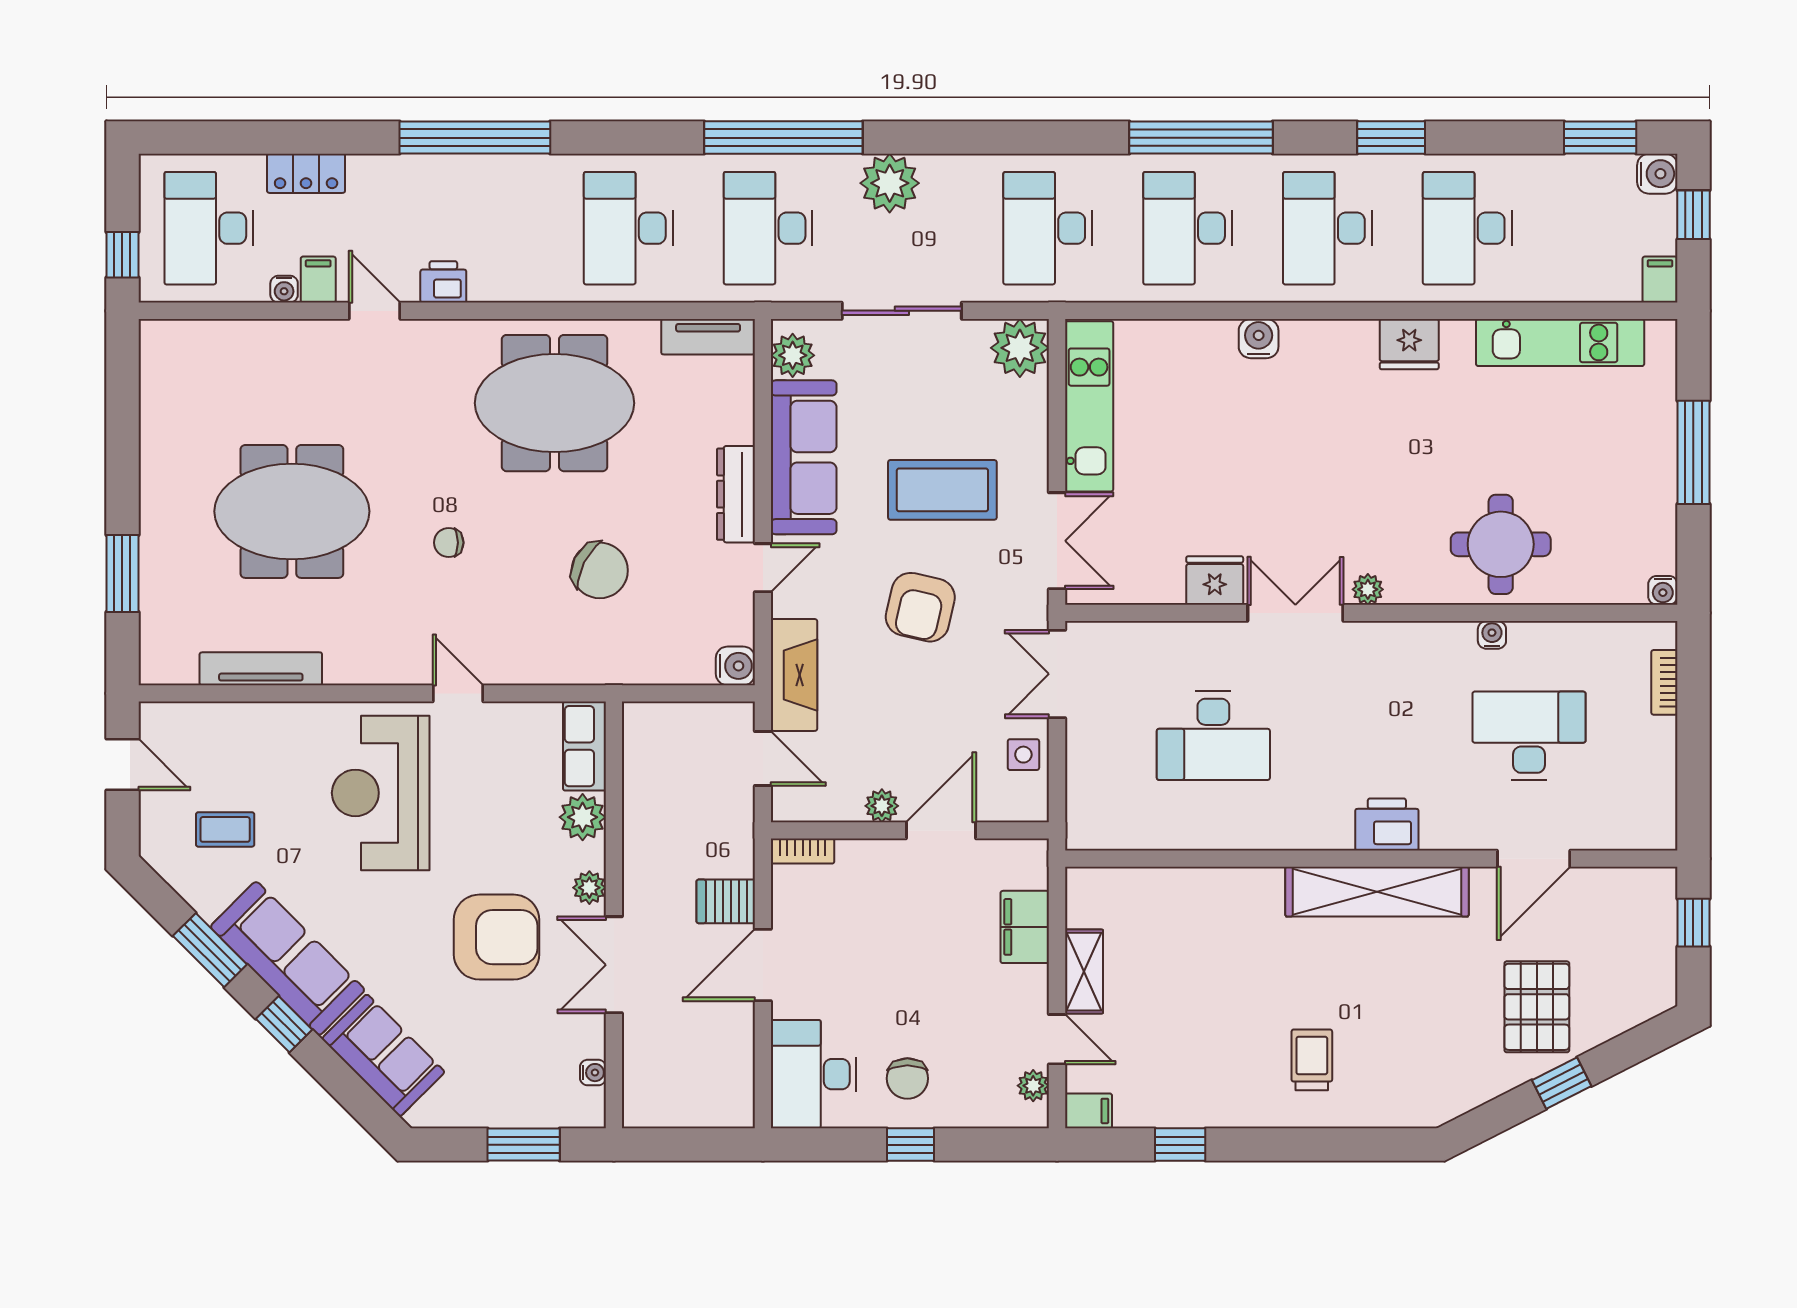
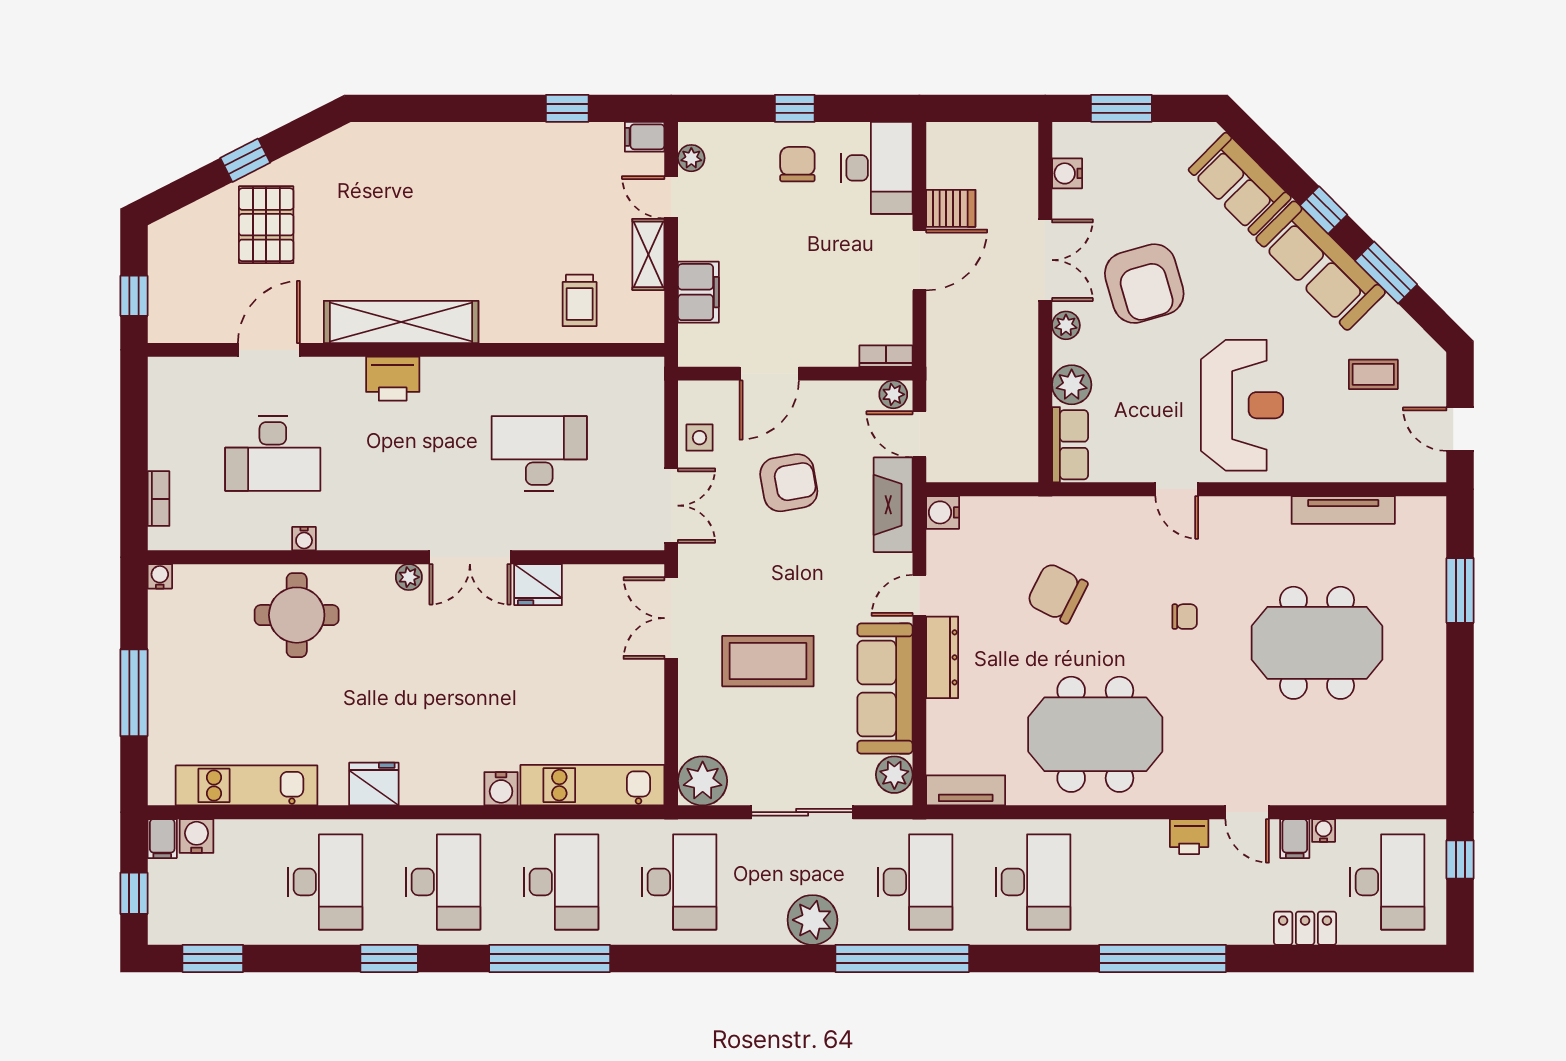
water cooler: (1657, 174) -> (197, 836), moved, turned 90
kitchen unit: (1089, 406) -> (592, 785), moved, turned 90
armchair: (920, 607) -> (789, 483), moved, turned 67
plant: (882, 806) -> (893, 394), moved
server rack: (726, 901) -> (951, 208), moved
armchair: (497, 937) -> (1144, 284), turned -106
trolley: (1312, 1060) -> (580, 300), moved
water cooler: (593, 1073) -> (1067, 173), width x1.38, depth x1.38

